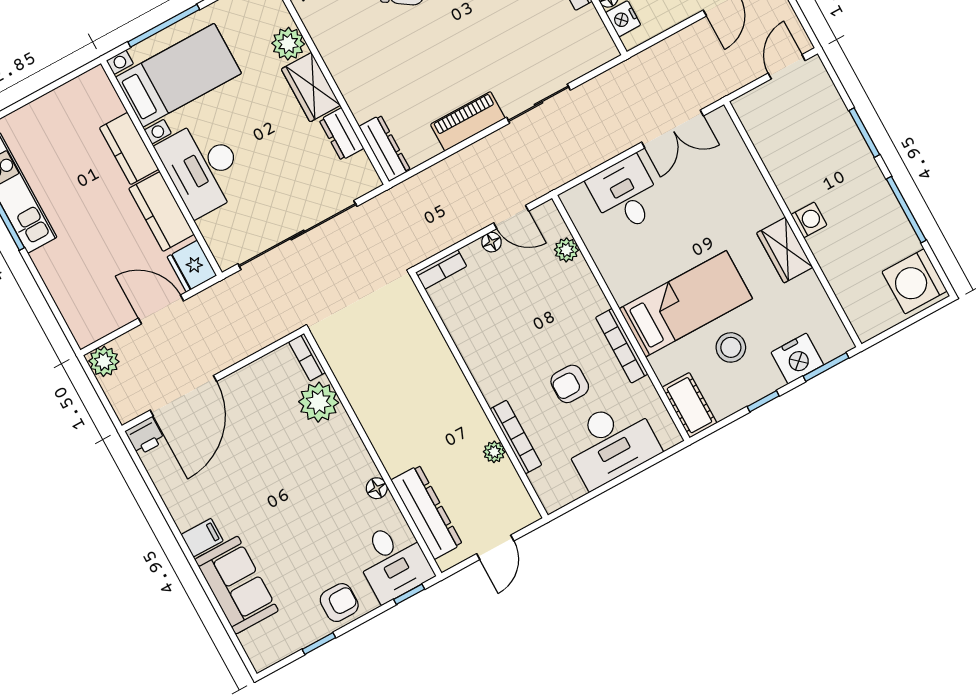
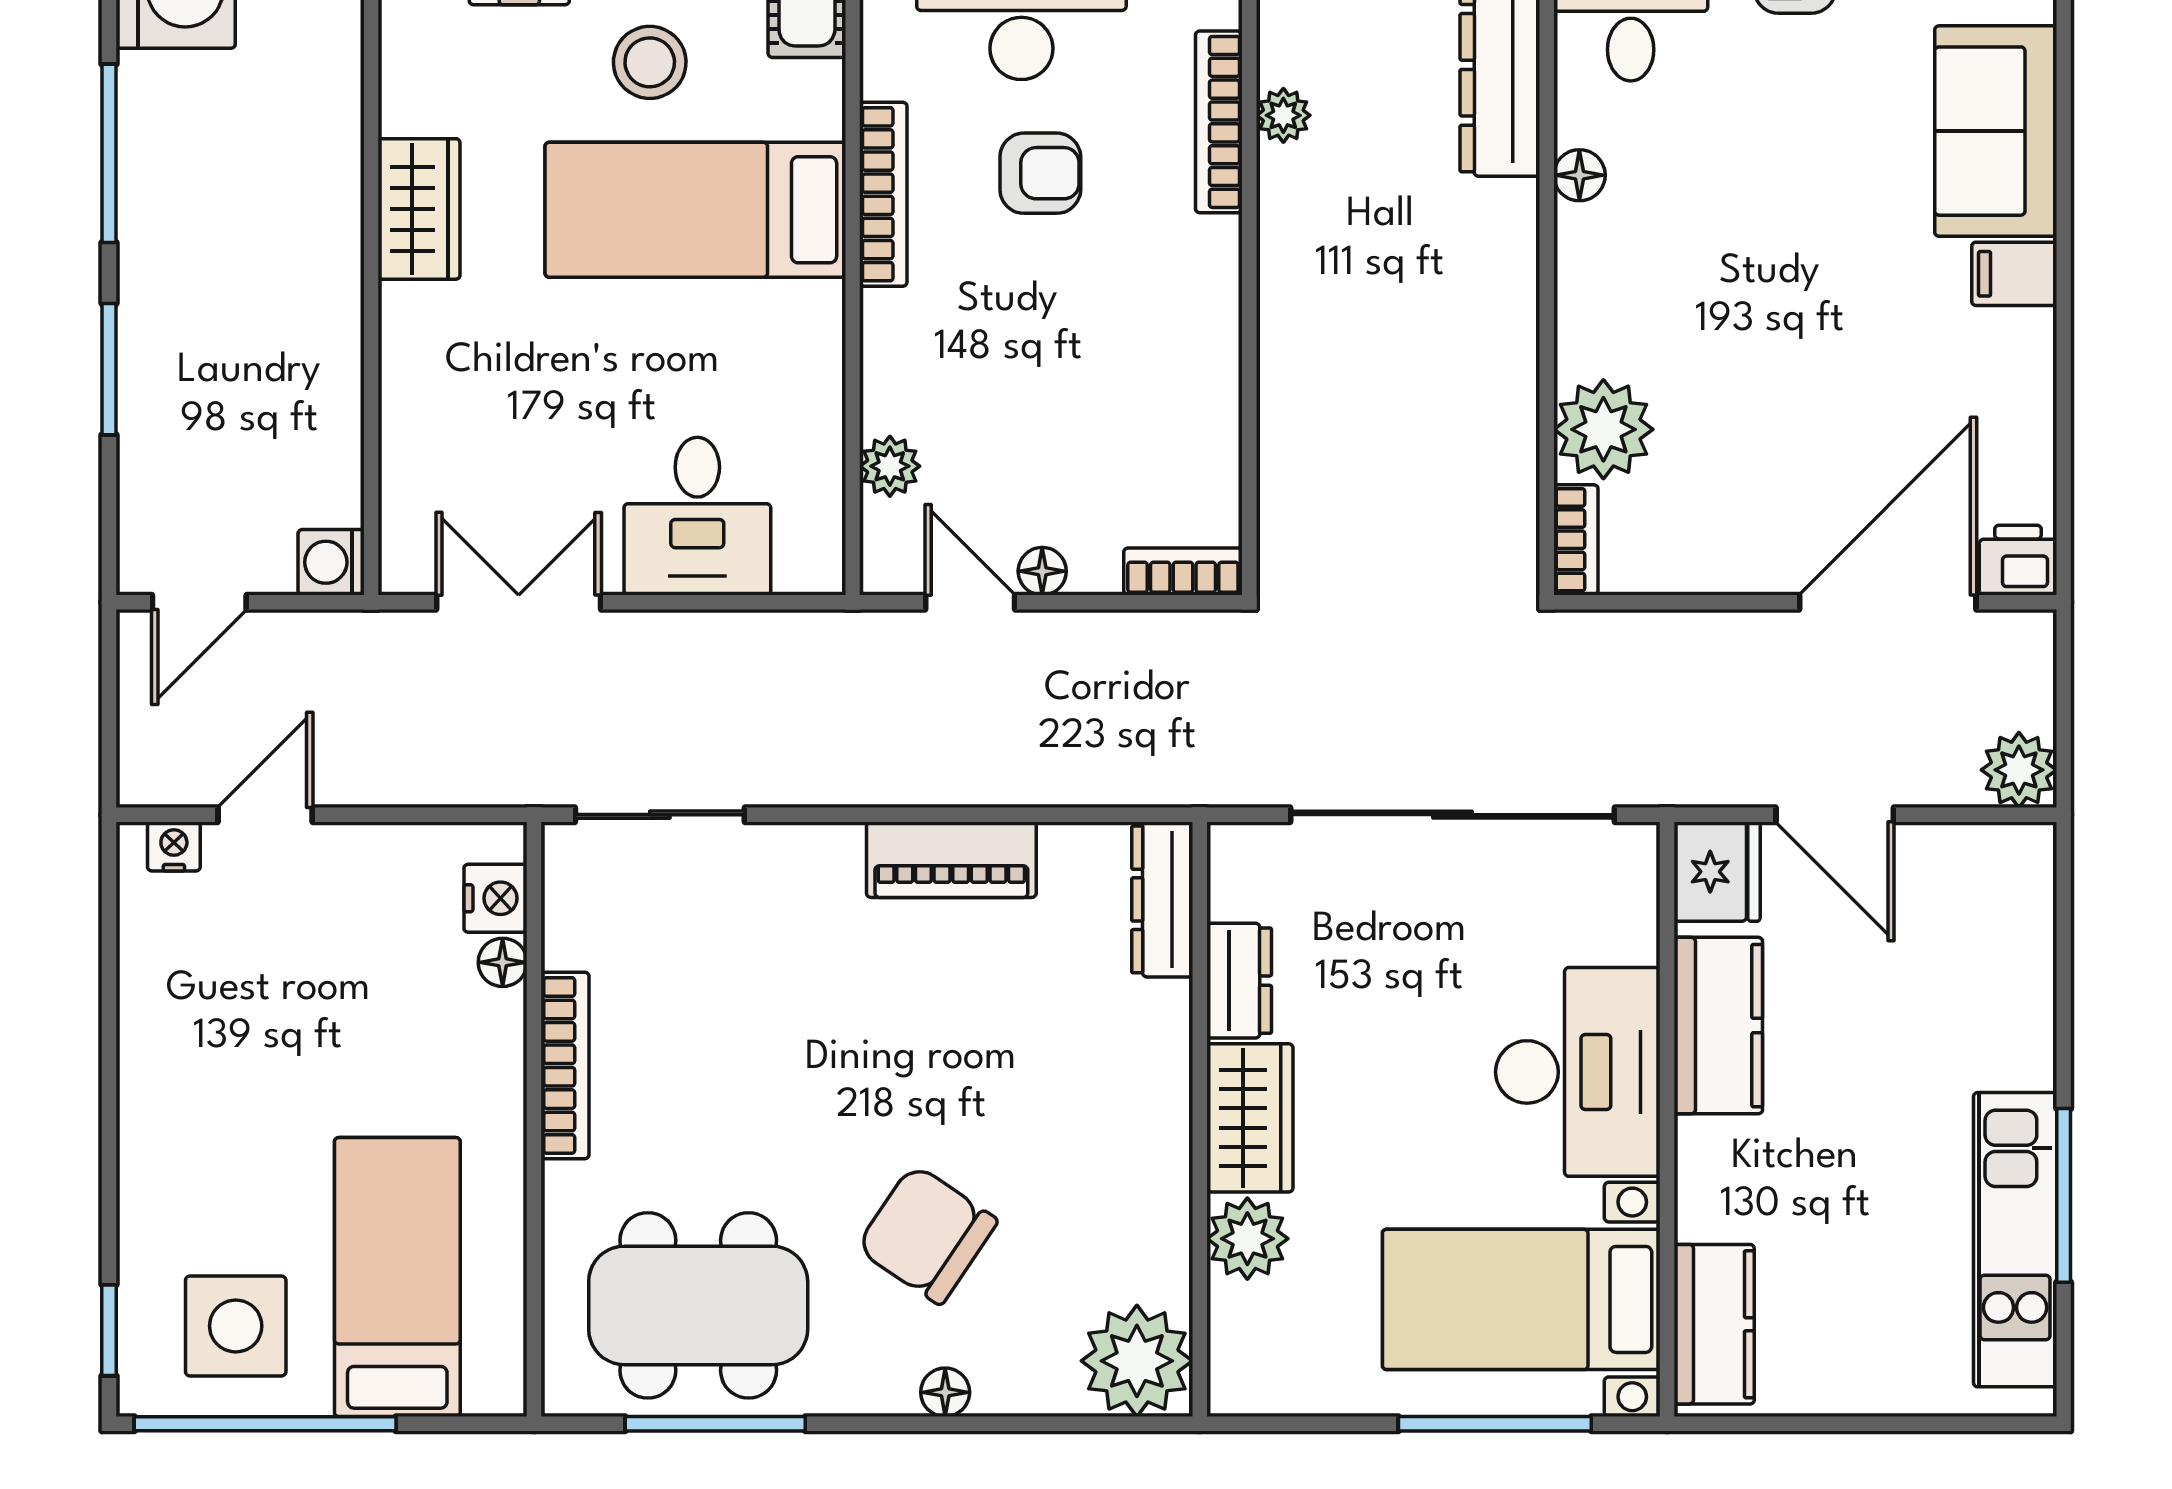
sliding door: (538, 104) -> (660, 815), moved
kitchen counter: (129, 148) -> (1714, 1324), moved
washing machine: (809, 220) -> (331, 562), moved

